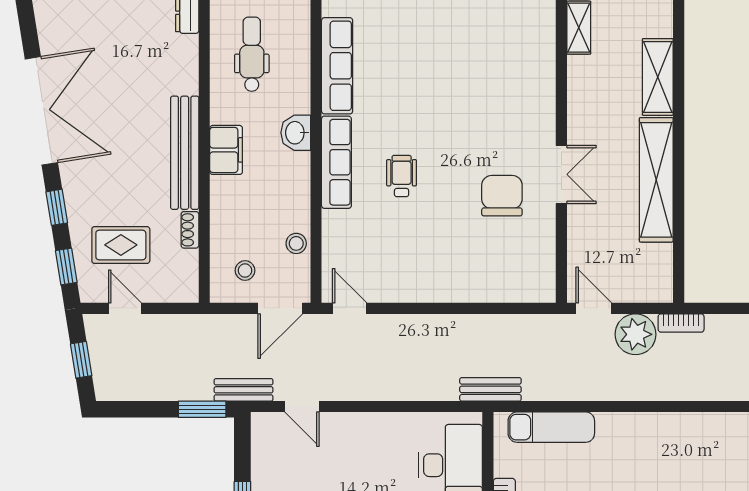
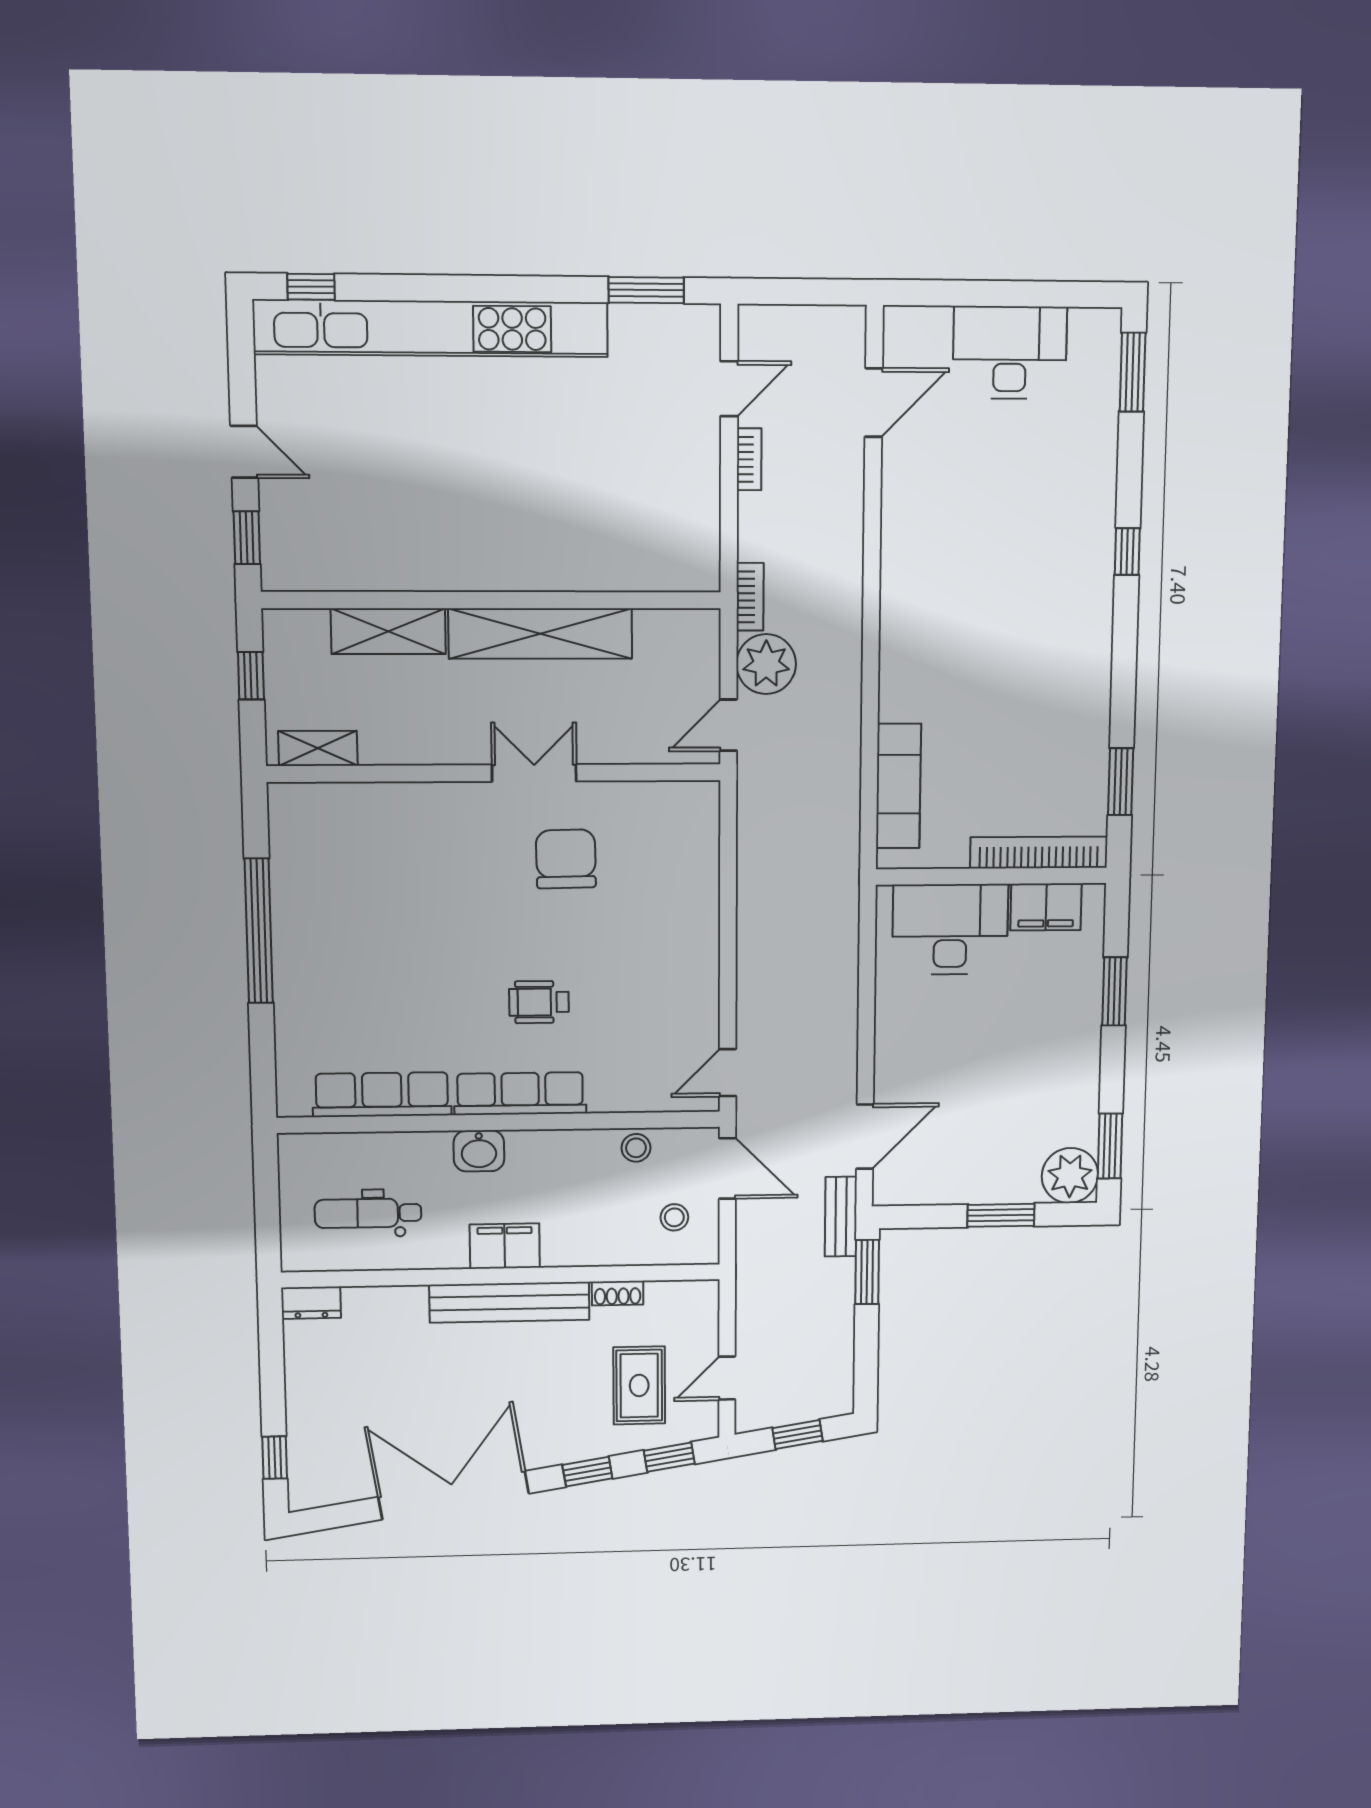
chair: (502, 196) -> (566, 859), turned 89
bench: (490, 389) -> (844, 873), removed
door: (302, 407) -> (865, 1137), width x1.38

